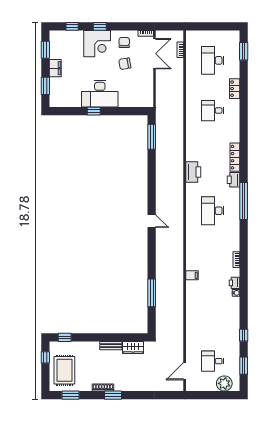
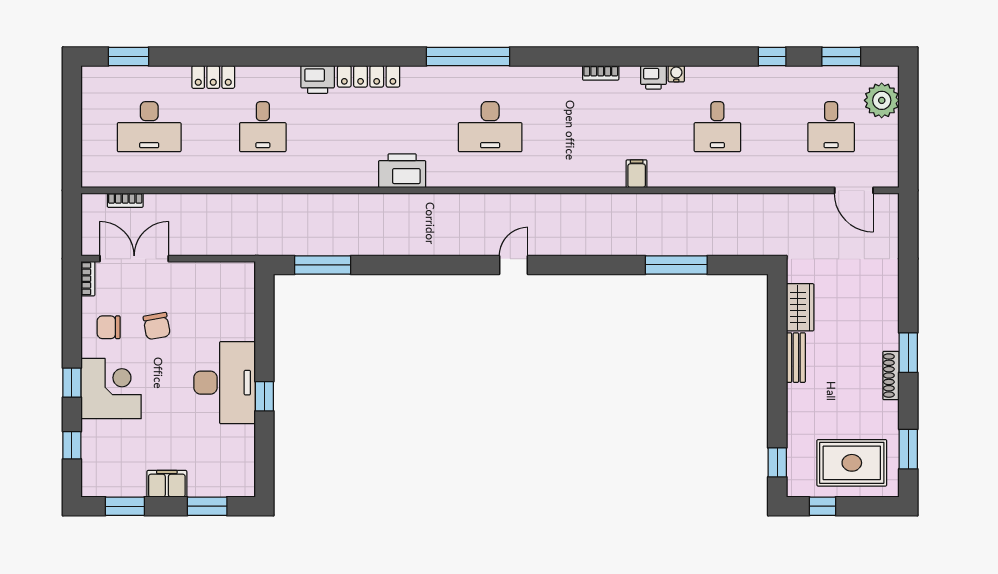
printer: (233, 180) -> (318, 80), moved
desk: (213, 311) -> (717, 127), added

